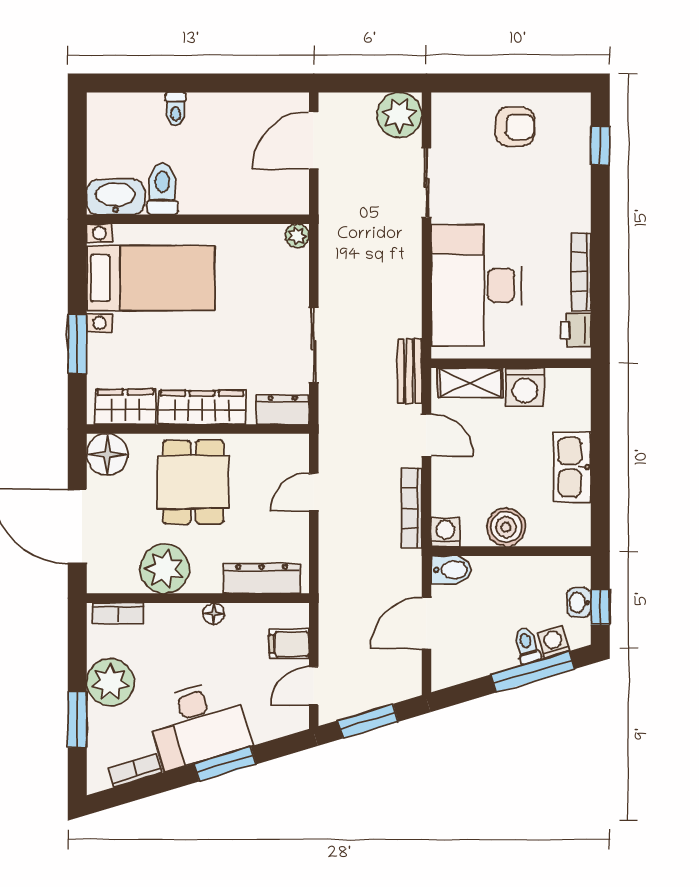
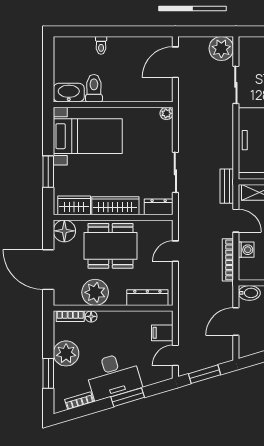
dining table: (193, 482) -> (111, 246), width x1.38
washing machine: (446, 532) -> (246, 250), moved, turned 90
floor lamp: (214, 614) -> (91, 316), moved

